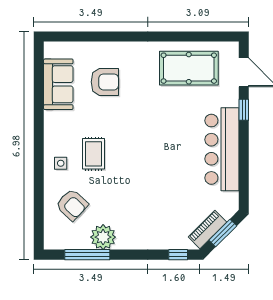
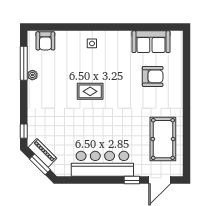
armchair: (105, 82) -> (153, 76), turned -90
rug: (93, 154) -> (90, 91), moved
armchair: (72, 205) -> (45, 41), moved, turned -43
plant: (103, 237) -> (32, 75), width x0.53, depth x0.53

